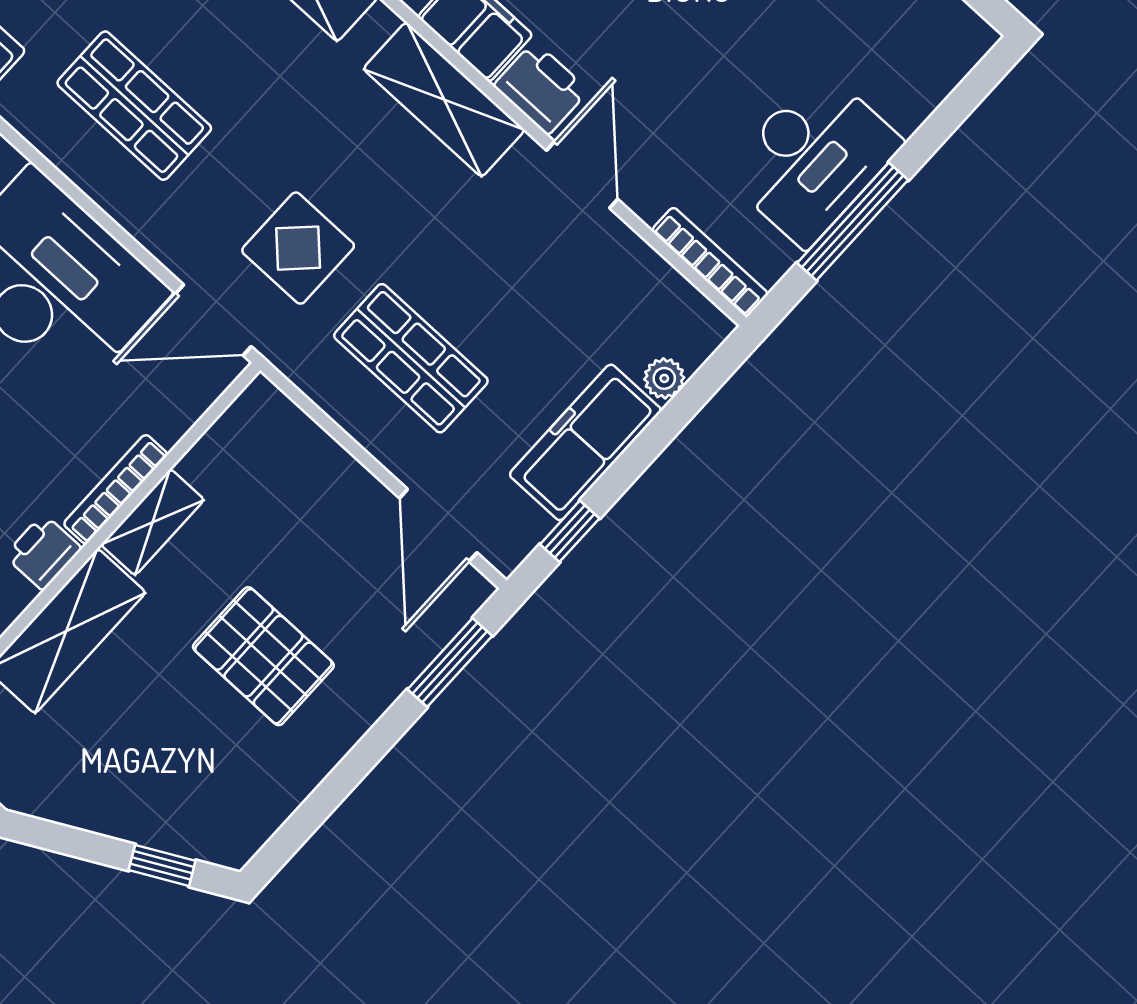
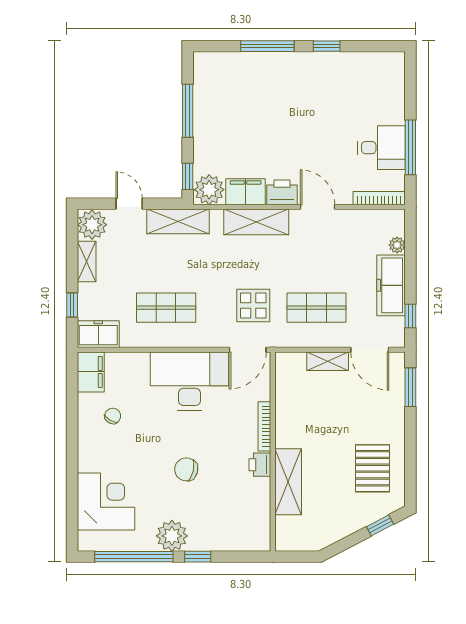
desk: (813, 158) -> (382, 148), width x0.73
shelving: (153, 522) -> (328, 361), moved, turned 90
pallet: (263, 656) -> (372, 468), moved, turned 90

